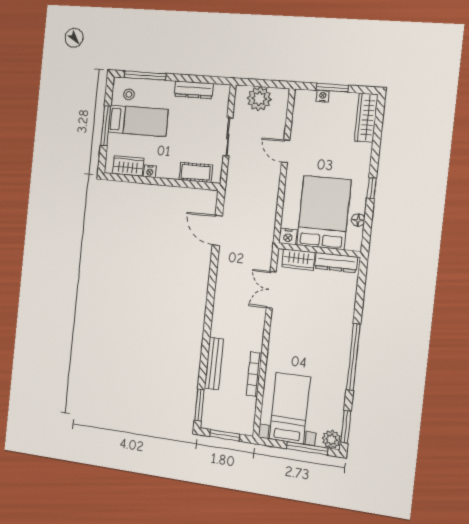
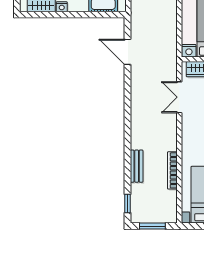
bench: (214, 364) -> (137, 166), width x0.73
window: (199, 405) -> (128, 203), width x0.67

